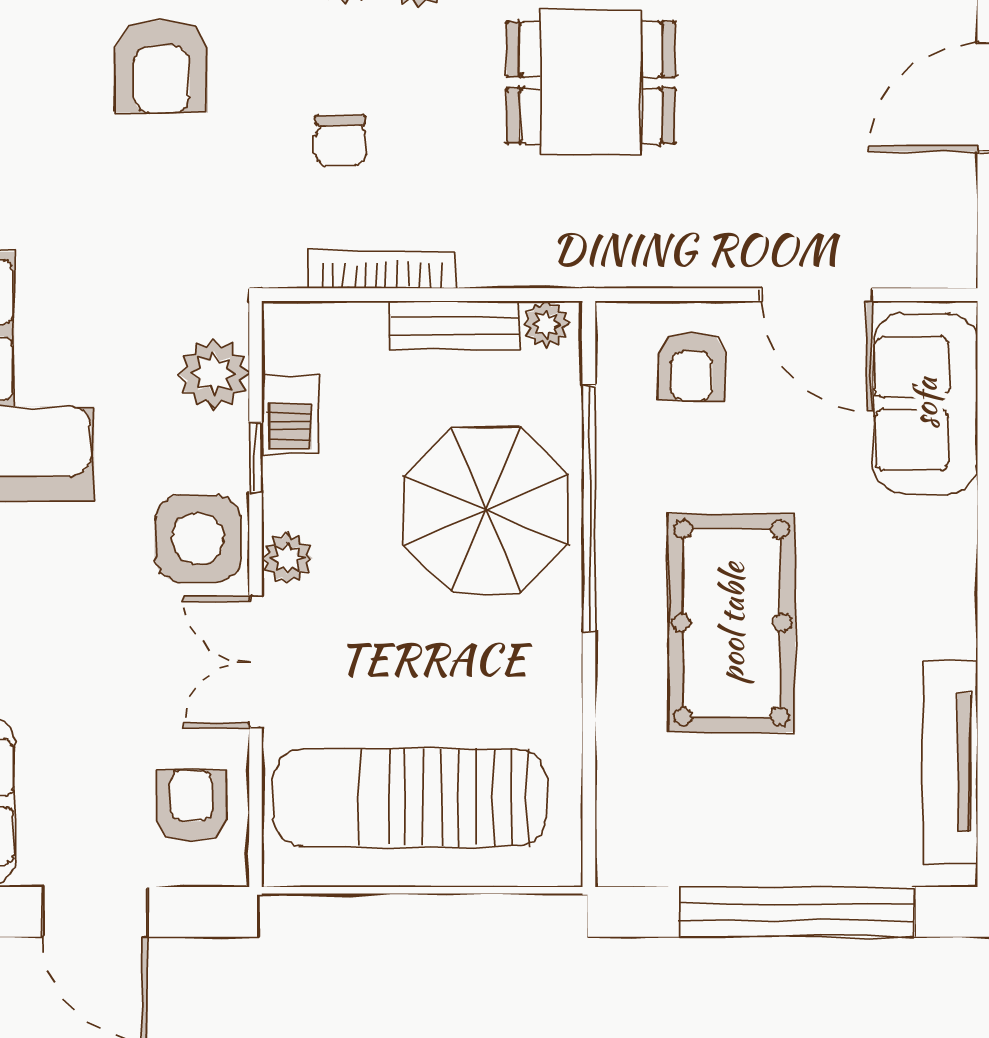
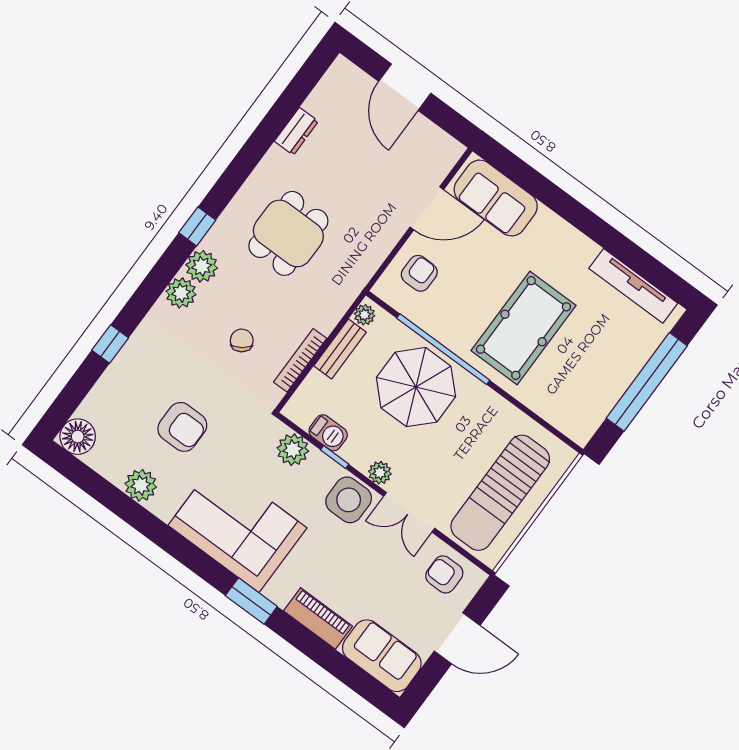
armchair: (162, 66) -> (182, 427), moved
chair: (340, 140) -> (242, 340), turned -125
armchair: (692, 367) -> (419, 273), turned -90
pool table: (732, 623) -> (523, 328), turned 90

